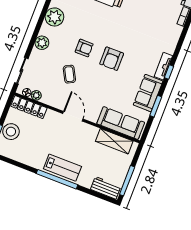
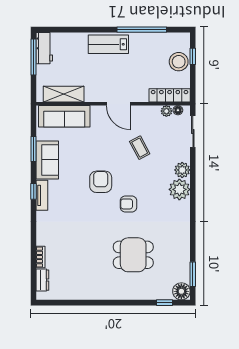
plant: (54, 17) -> (179, 189), moved
armchair: (84, 48) -> (129, 204), moved
window: (57, 179) -> (142, 30), moved
workbench: (106, 188) -> (44, 48), moved, turned -90

